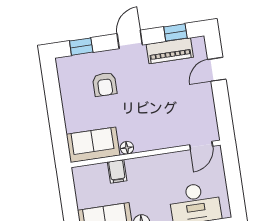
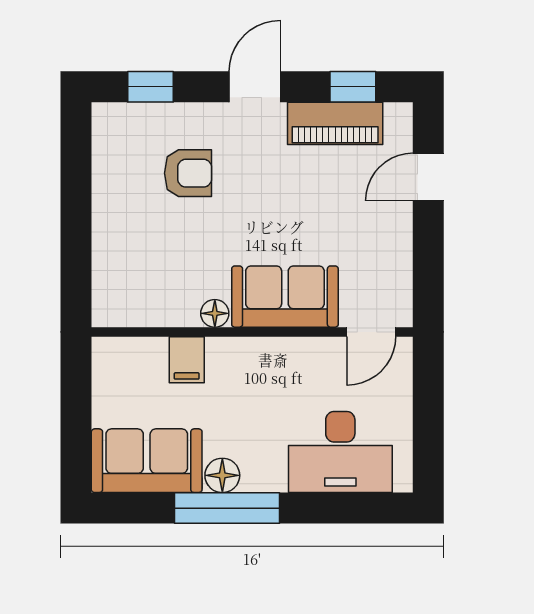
armchair: (105, 84) -> (188, 173), turned -90
sofa: (93, 145) -> (285, 297), moved

